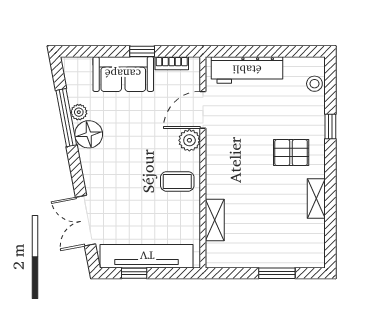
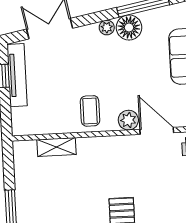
plant: (79, 112) -> (107, 28), moved
tv unit: (147, 256) -> (17, 75), width x0.73, depth x0.78

